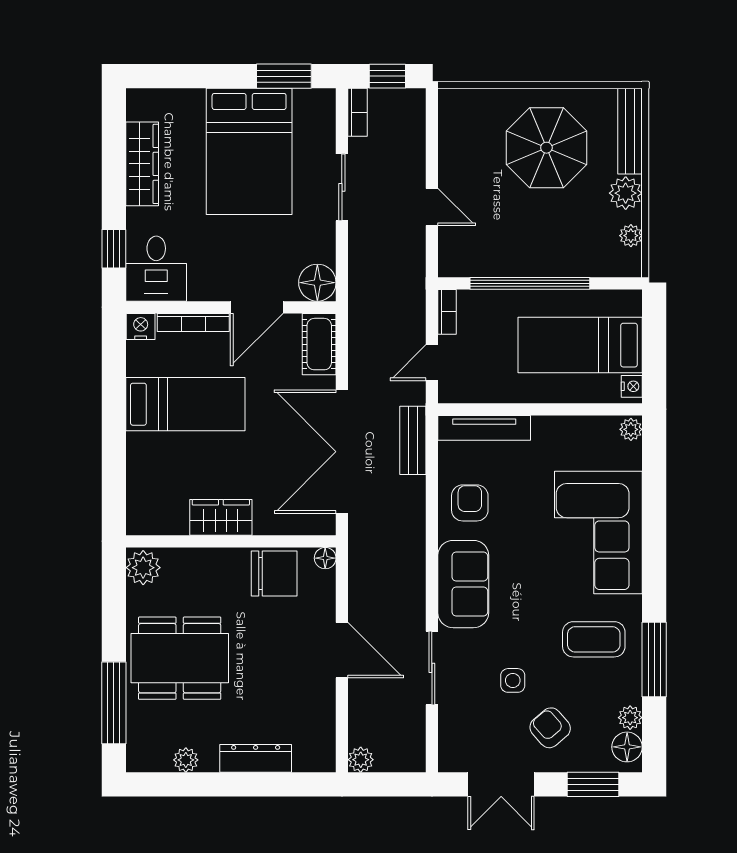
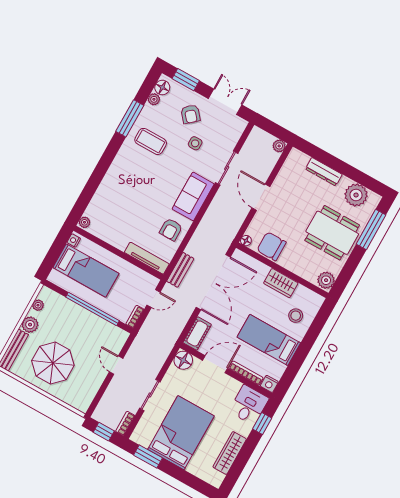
stool: (162, 474) -> (296, 316), added
corner sofa: (598, 532) -> (123, 186), removed
plant: (186, 760) -> (356, 195), width x1.88, depth x1.88

